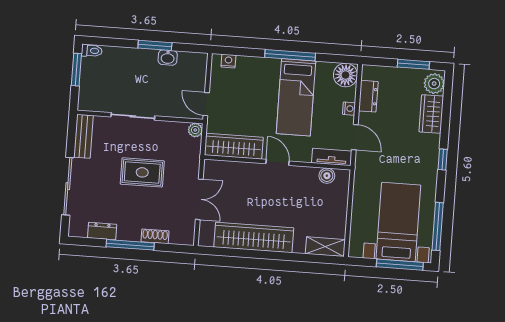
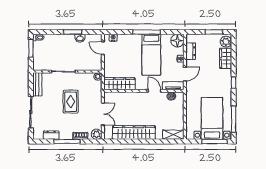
door: (206, 104) -> (103, 48), moved
door: (355, 137) -> (185, 74), hinge flipped
door: (278, 162) -> (154, 91), moved
rug: (142, 172) -> (71, 102), turned 90
plant: (185, 235) -> (97, 134), added

